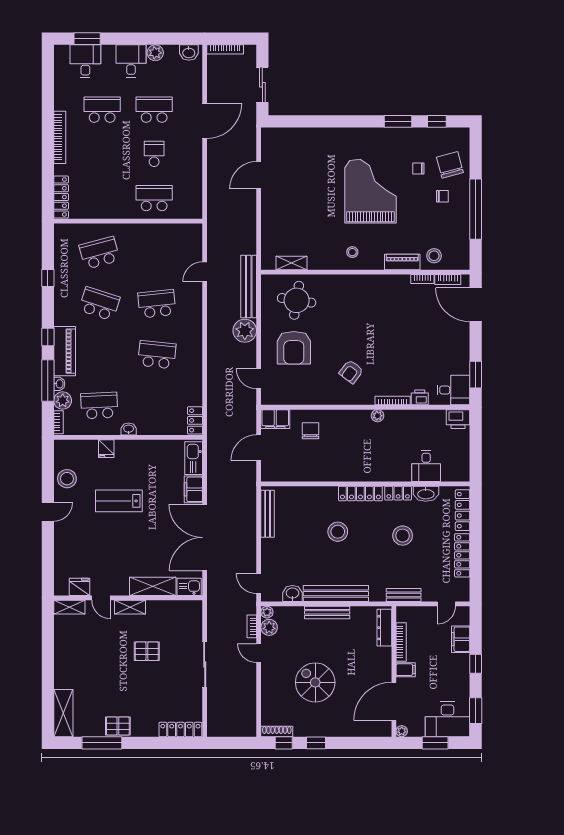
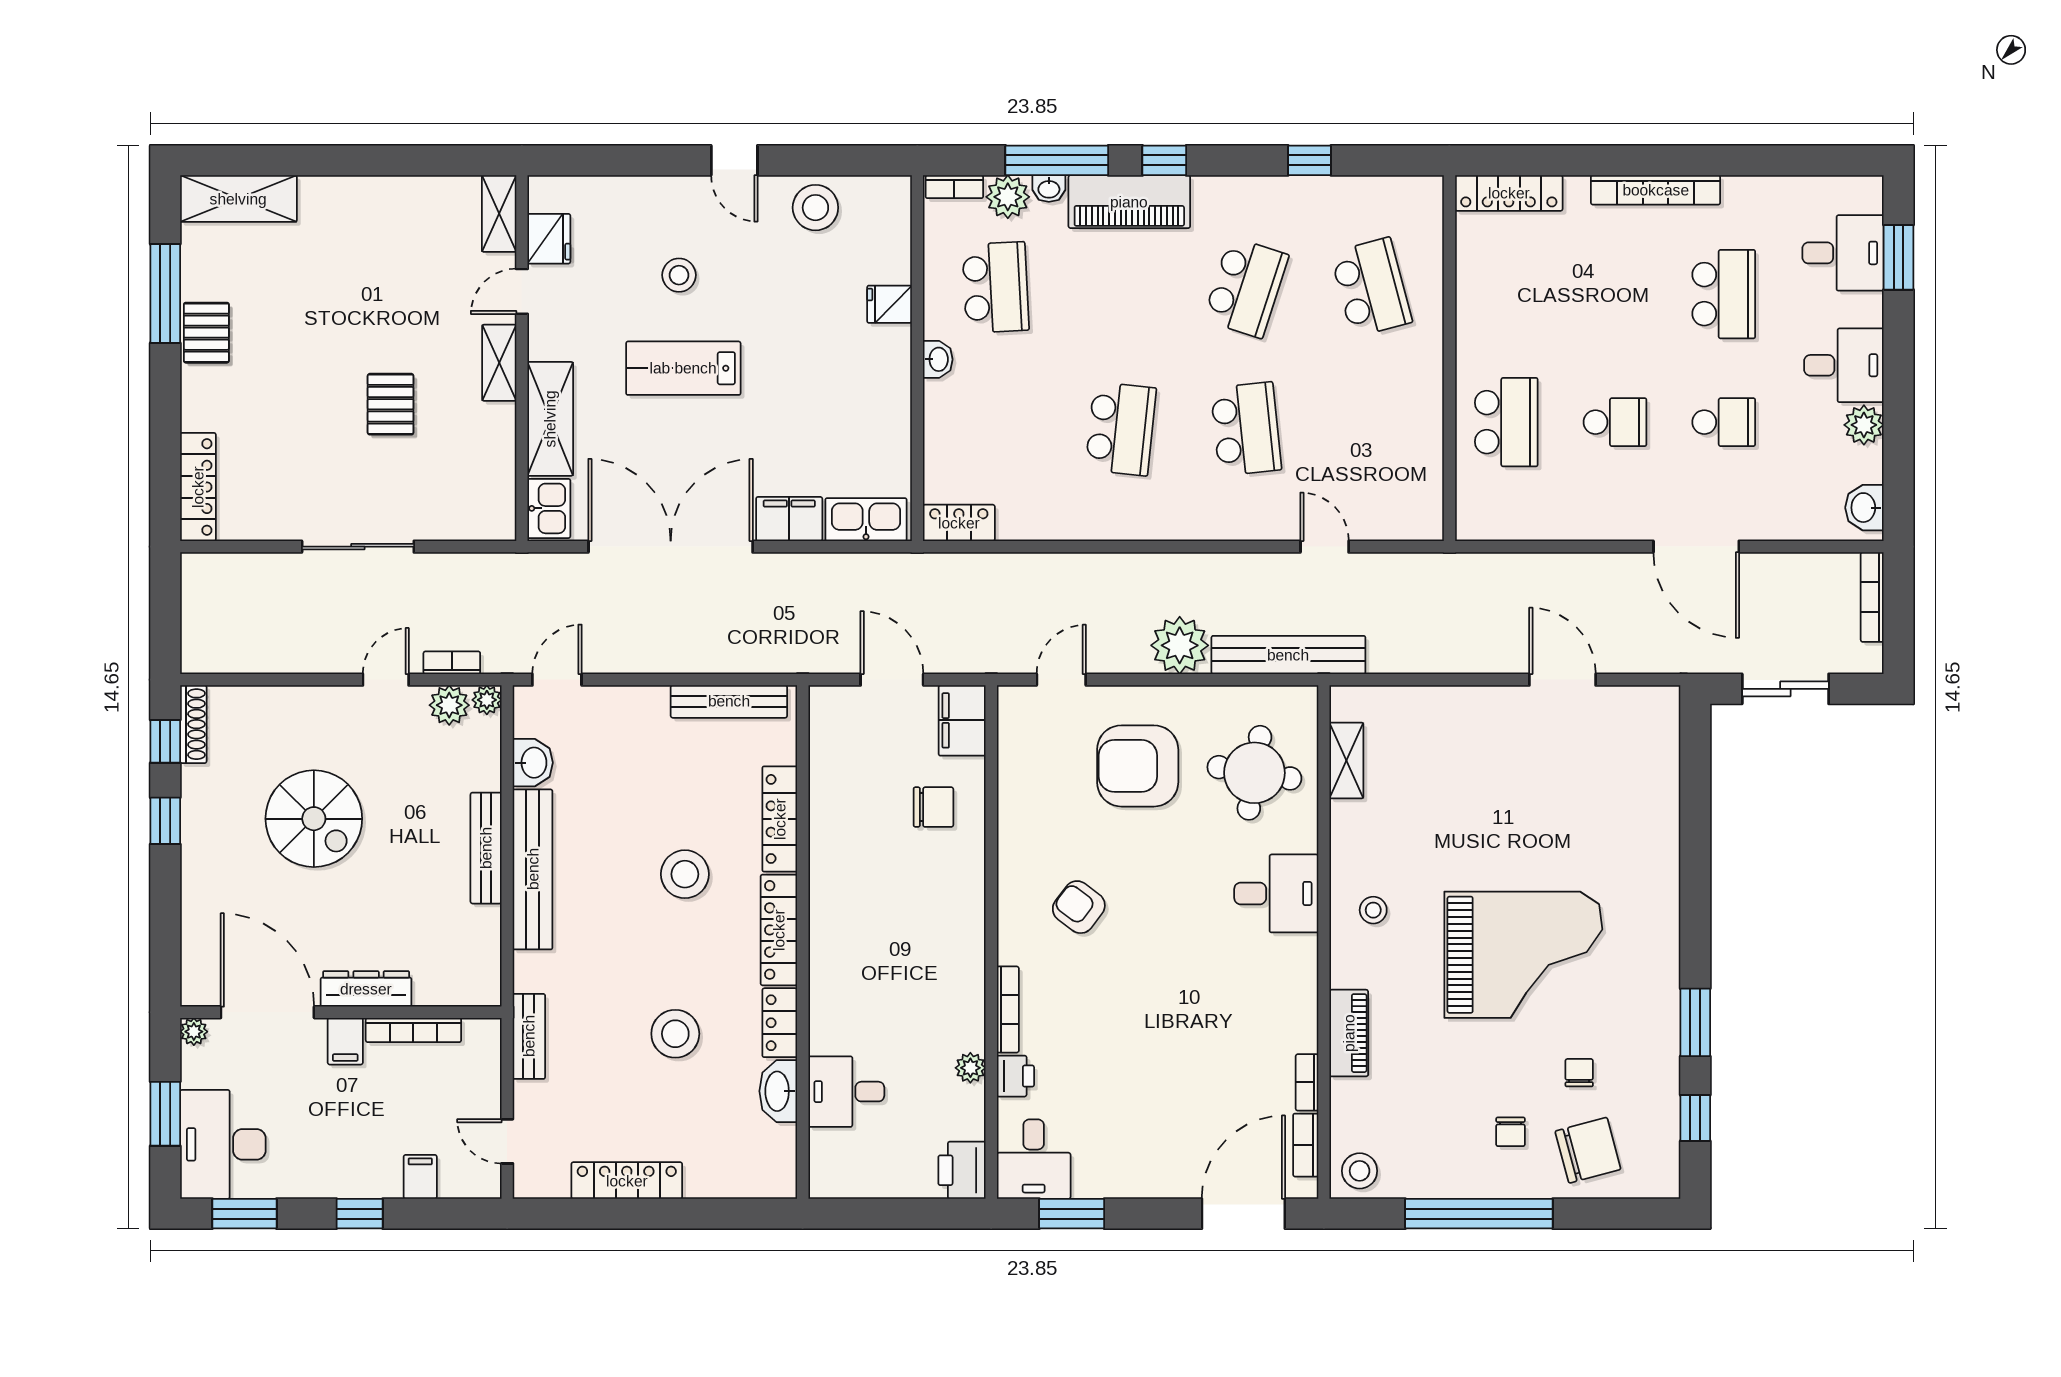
school desk: (154, 110) -> (1724, 422), width x0.54
stool: (434, 256) -> (1360, 1171), moved
desk: (346, 291) -> (1276, 893), added
plant: (378, 416) -> (970, 1068), moved
lab bench: (119, 501) -> (683, 368), moved, turned -90
locker: (463, 510) -> (780, 819), moved, turned -90
stool: (94, 534) -> (679, 275), added
dresser: (384, 628) -> (366, 989), moved
filing cabinet: (461, 639) -> (420, 1177), width x0.50
spiral stairs: (315, 682) -> (314, 819), turned 90

